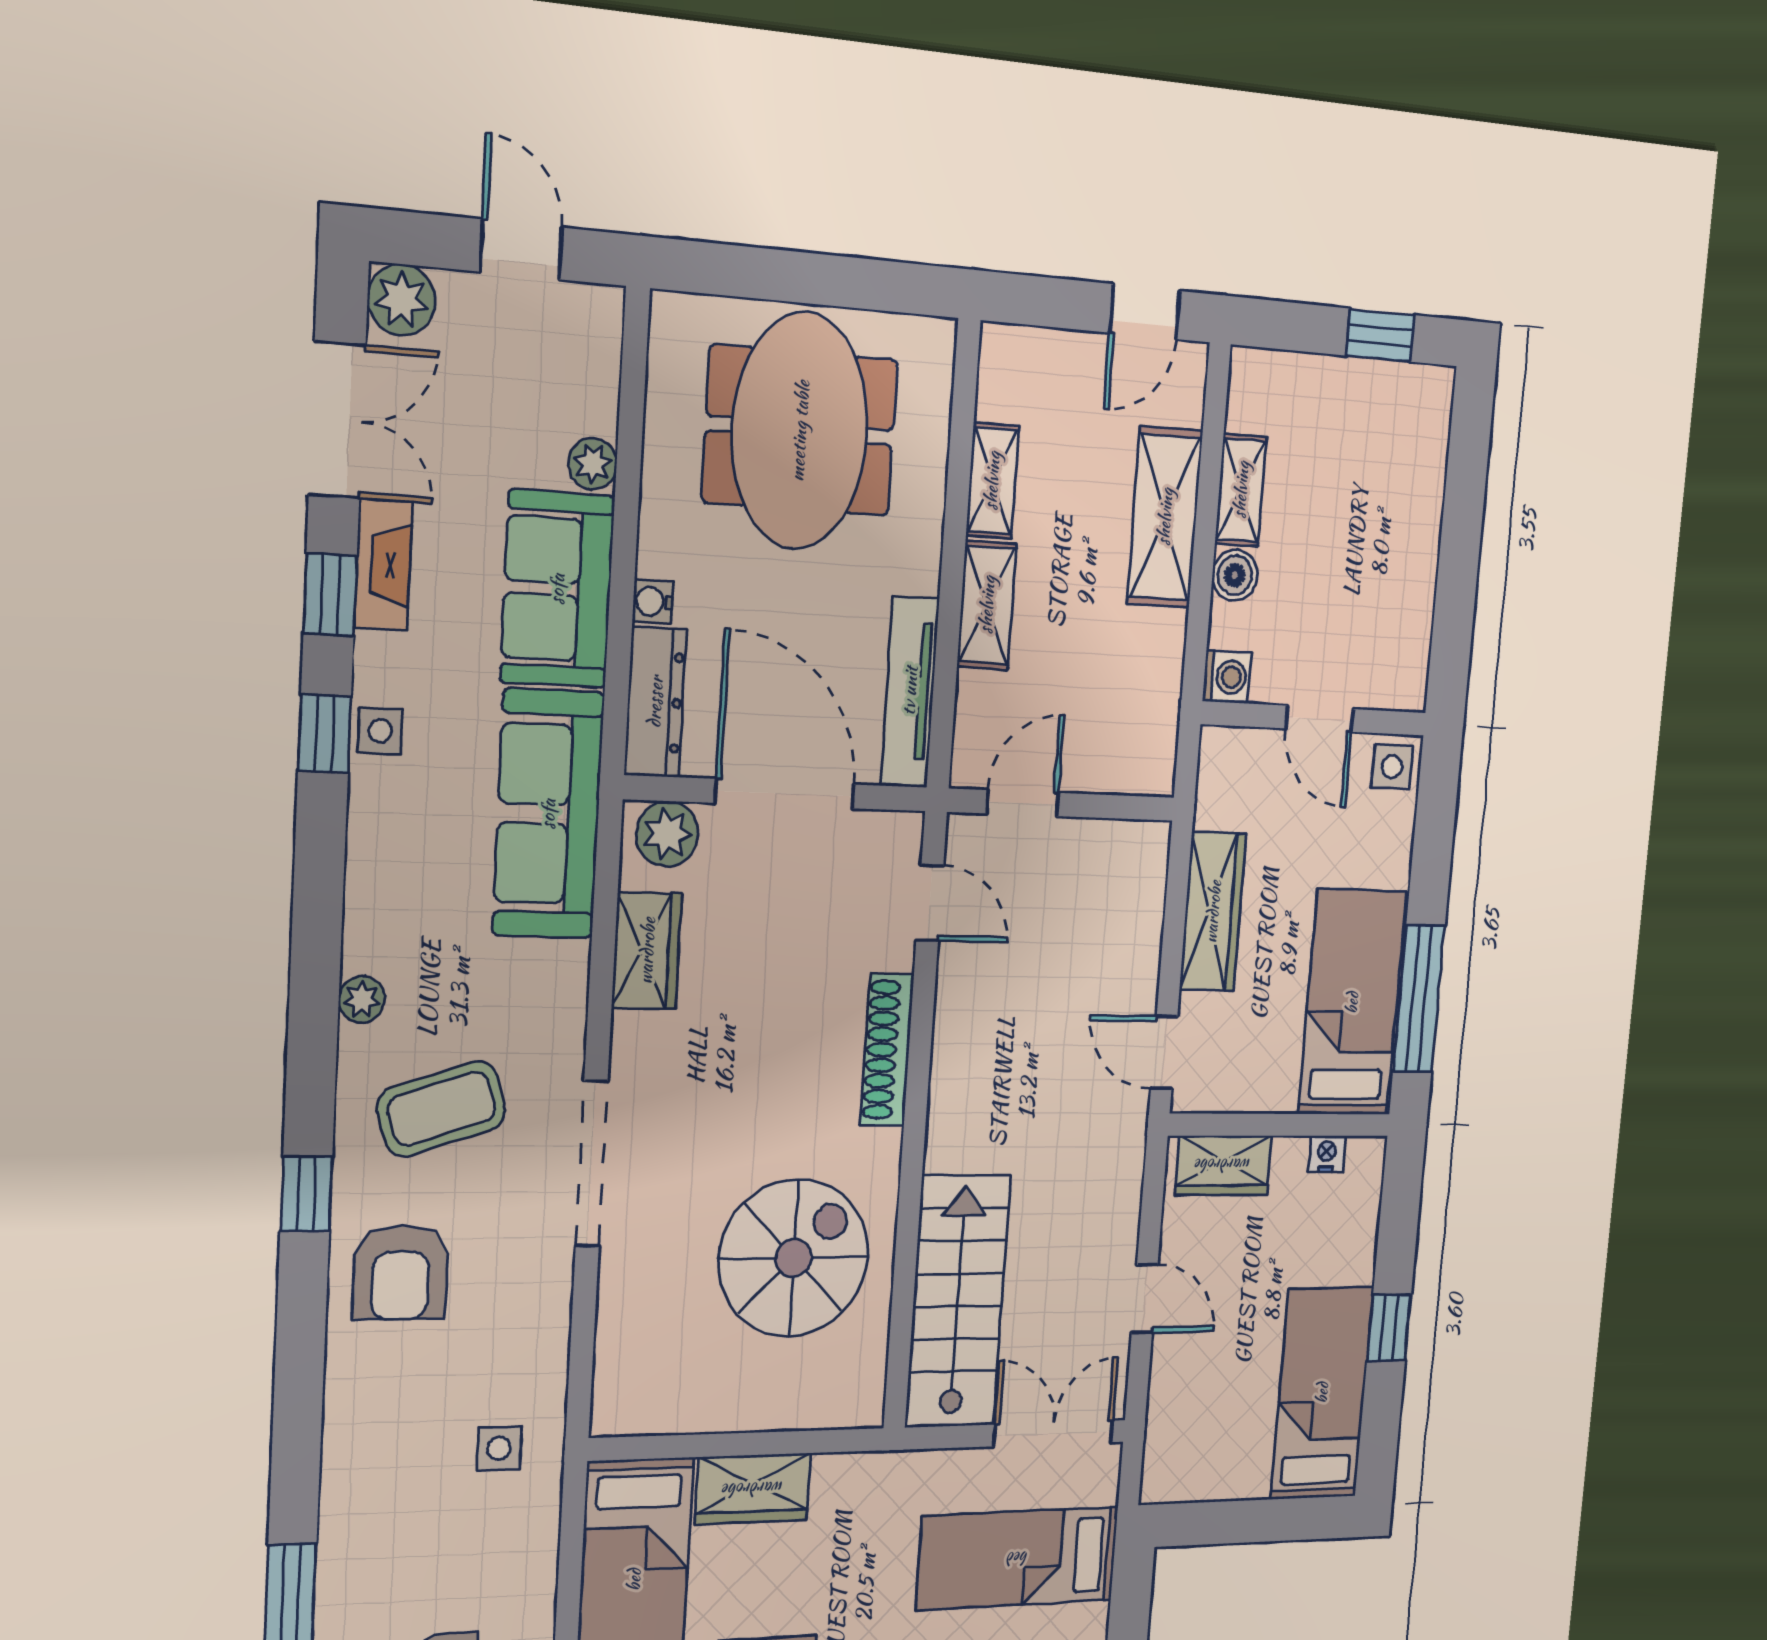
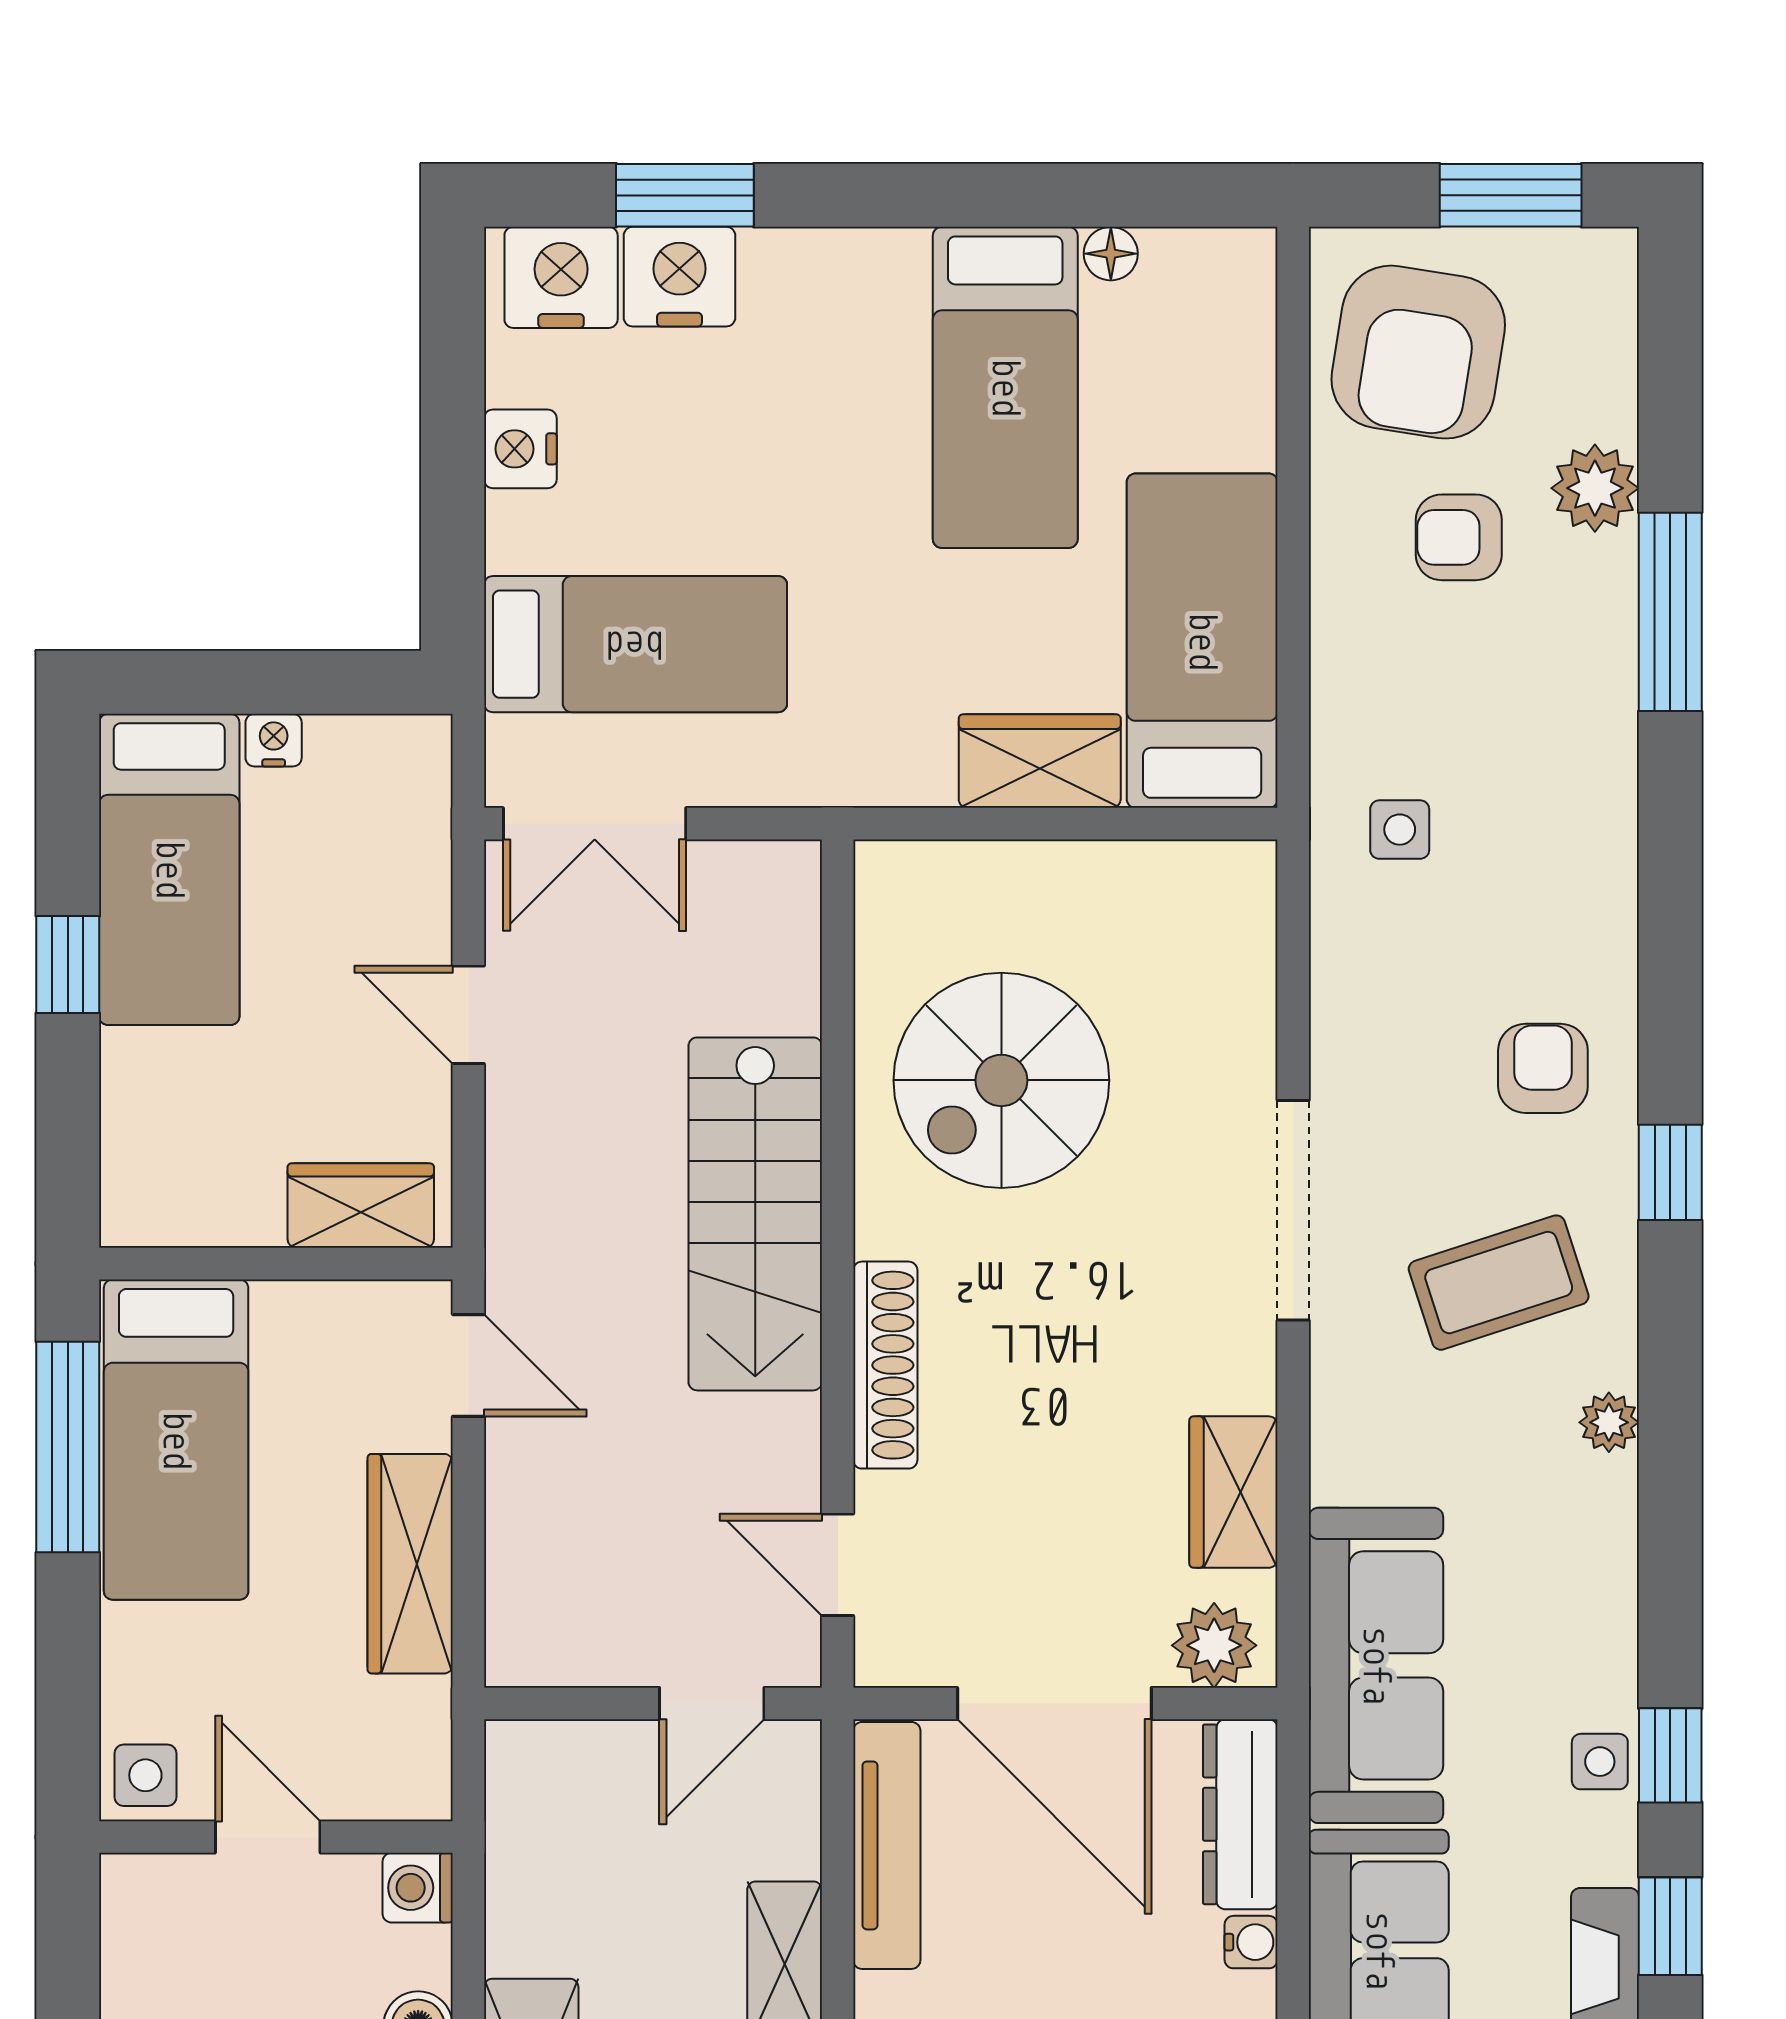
nightstand: (1327, 1154) -> (274, 740), moved, turned 180
armchair: (401, 1272) -> (1543, 1068), width x0.72, depth x0.72
stairs: (958, 1301) -> (755, 1214), moved

